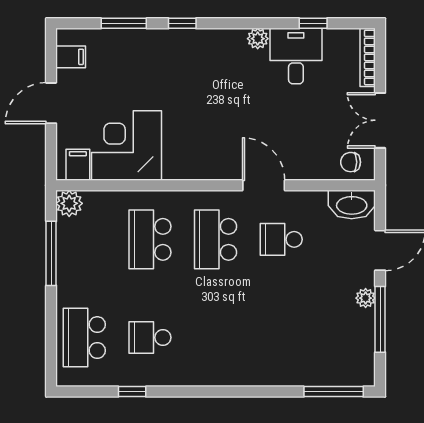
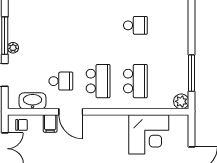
filing cabinet: (78, 165) -> (50, 123), moved
washbasin: (352, 205) -> (33, 101), moved
school desk: (84, 338) -> (173, 25), removed

